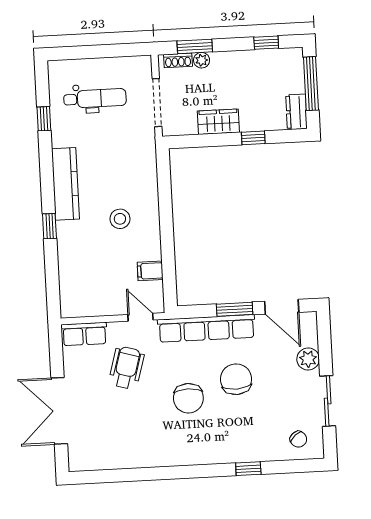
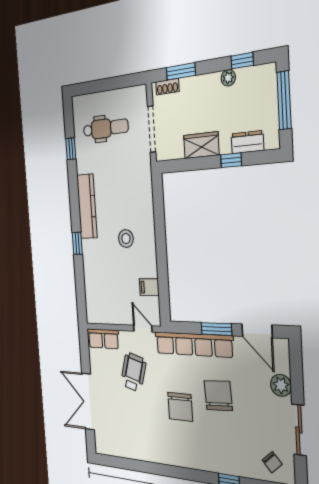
plant: (202, 60) -> (228, 78), moved
dresser: (296, 112) -> (247, 142), moved, turned 90

